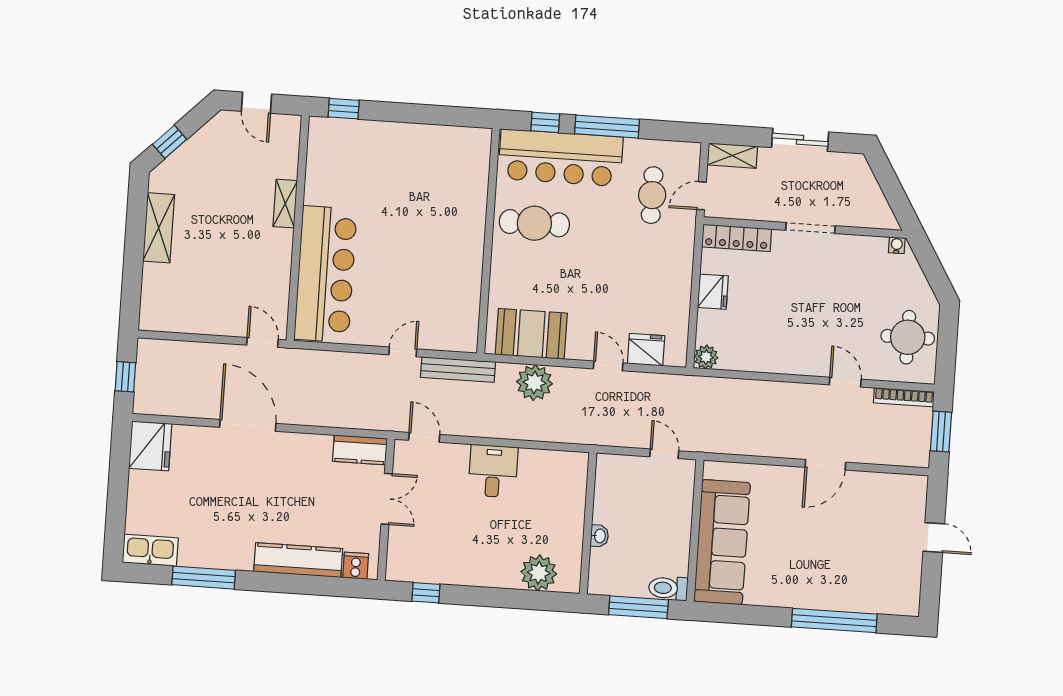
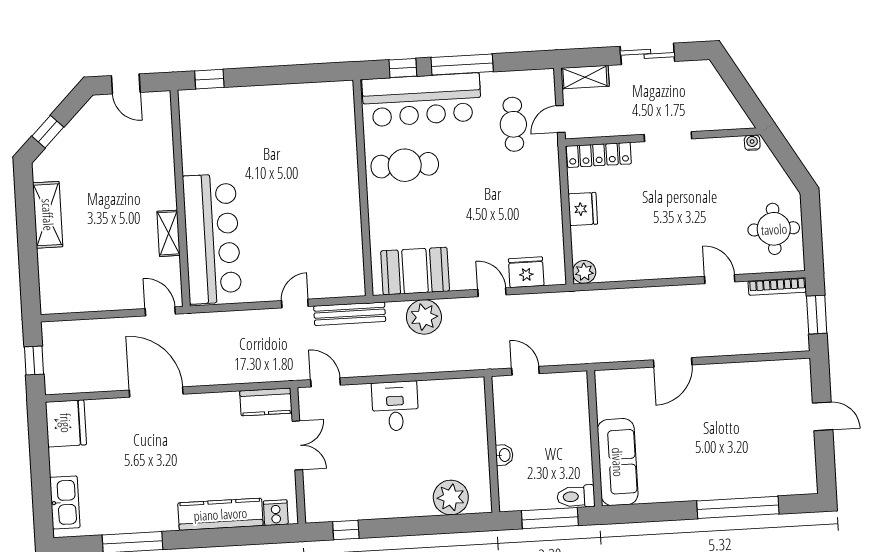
shelving: (285, 204) -> (169, 233), moved
door: (664, 454) -> (525, 371), moved
door: (825, 465) -> (673, 362), moved
sofa: (722, 542) -> (618, 462), width x0.74, depth x0.79
kitchen sink: (150, 550) -> (65, 502), moved, turned 90

